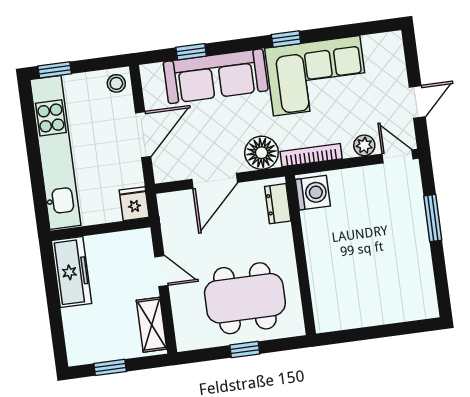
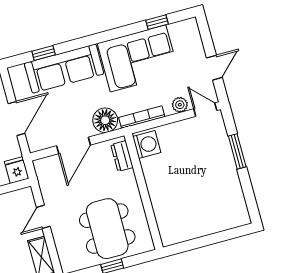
window: (286, 39) -> (157, 22), moved
door: (161, 271) -> (43, 217), swing flipped
dining table: (245, 298) -> (107, 229), turned 90

